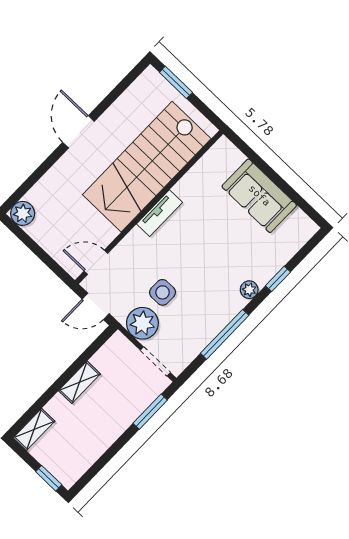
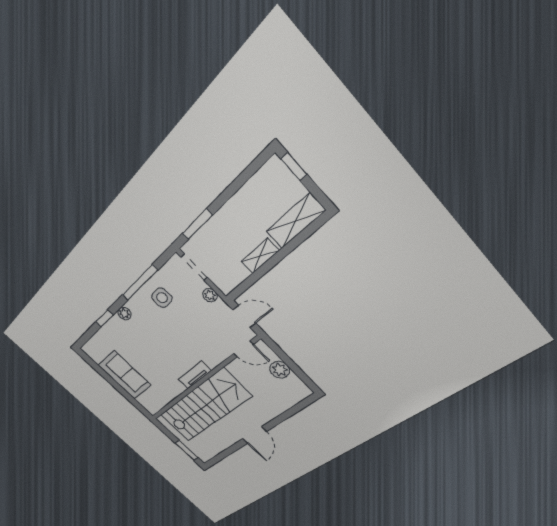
plant: (23, 213) -> (280, 370), moved
side table: (163, 292) -> (162, 298), moved
plant: (142, 323) -> (210, 295), width x0.53, depth x0.53
shelving: (34, 429) -> (296, 221), width x1.50, depth x1.33

